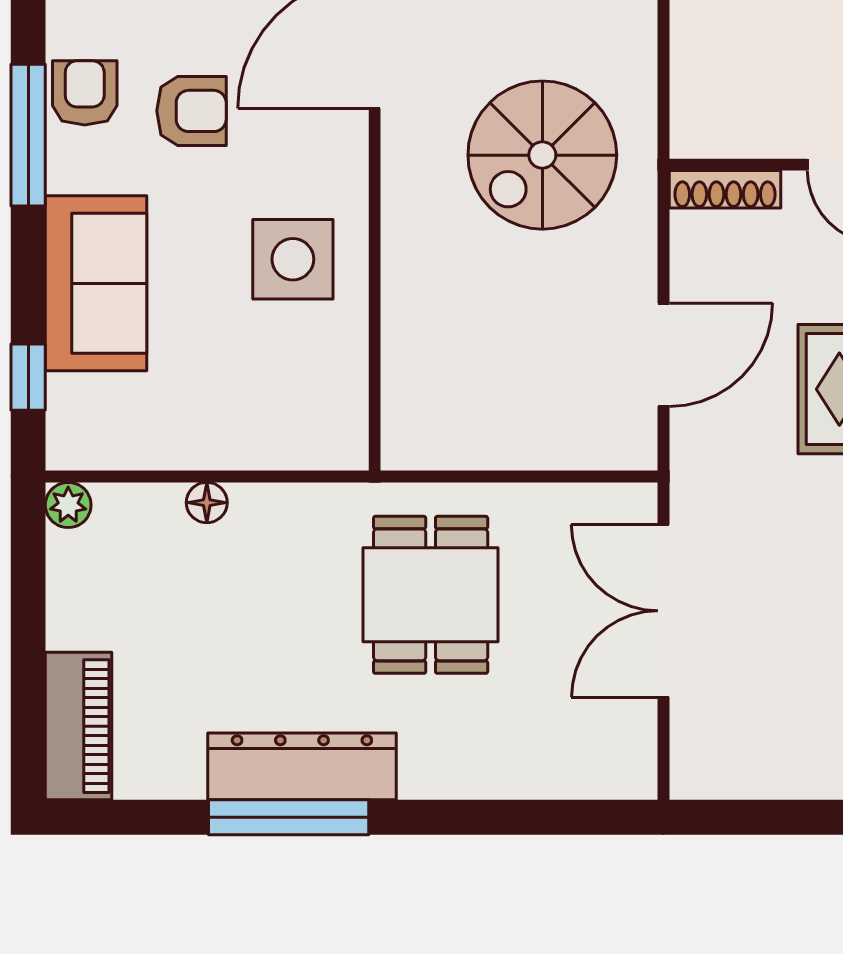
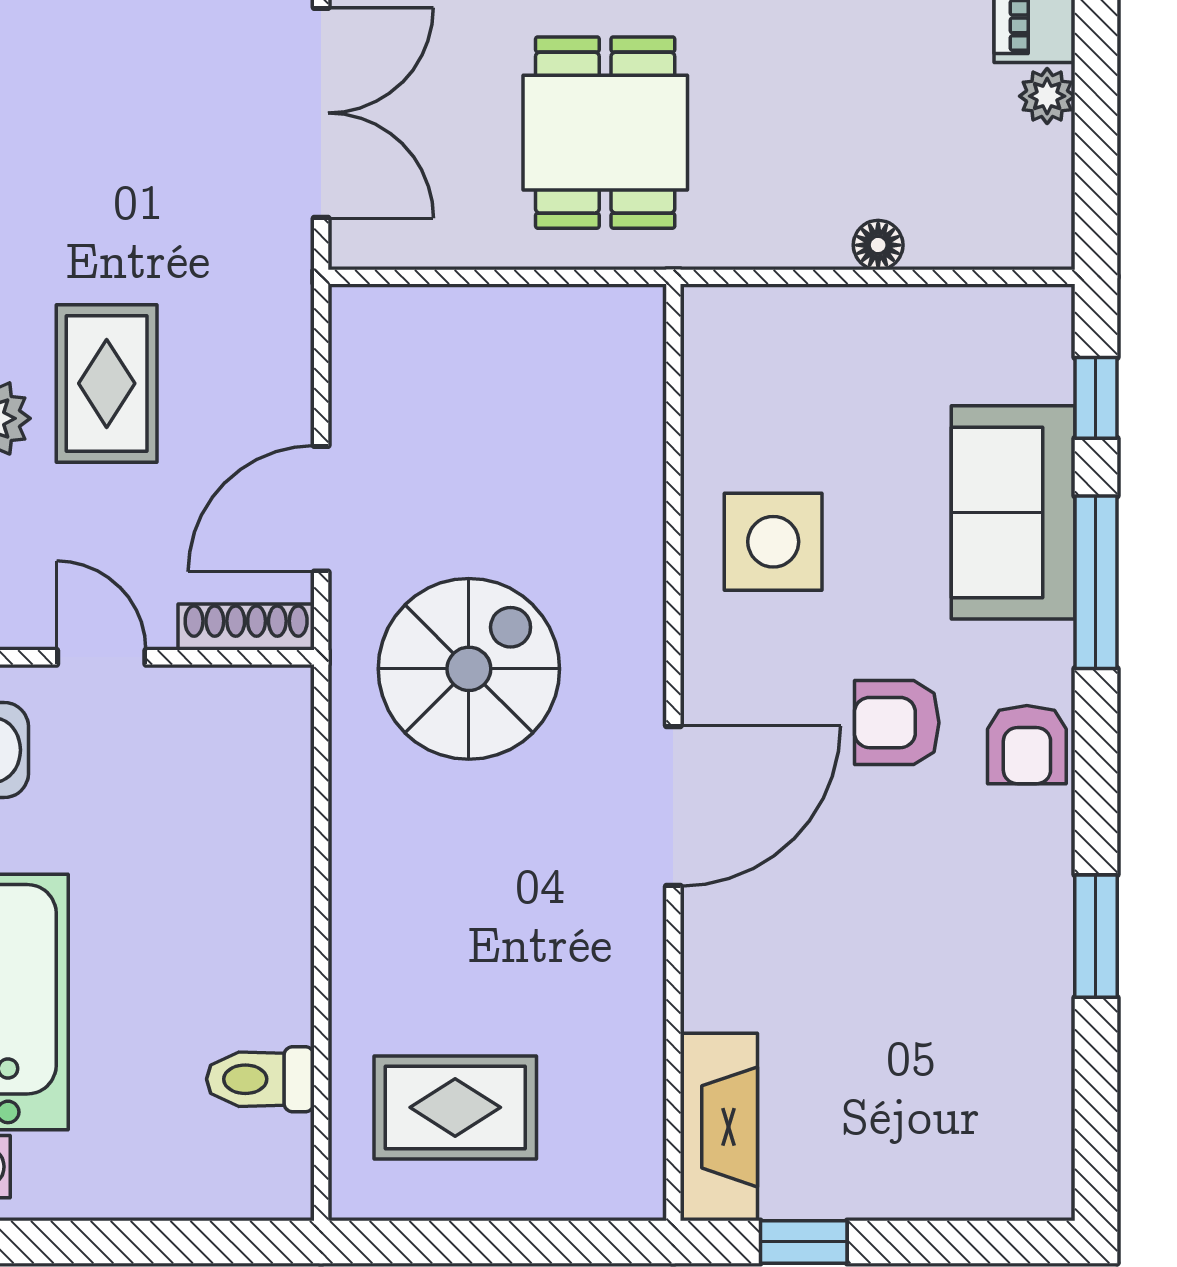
window: (28, 135) -> (1096, 582), moved
door: (664, 355) -> (321, 509), moved
plant: (68, 505) -> (1047, 96), moved

